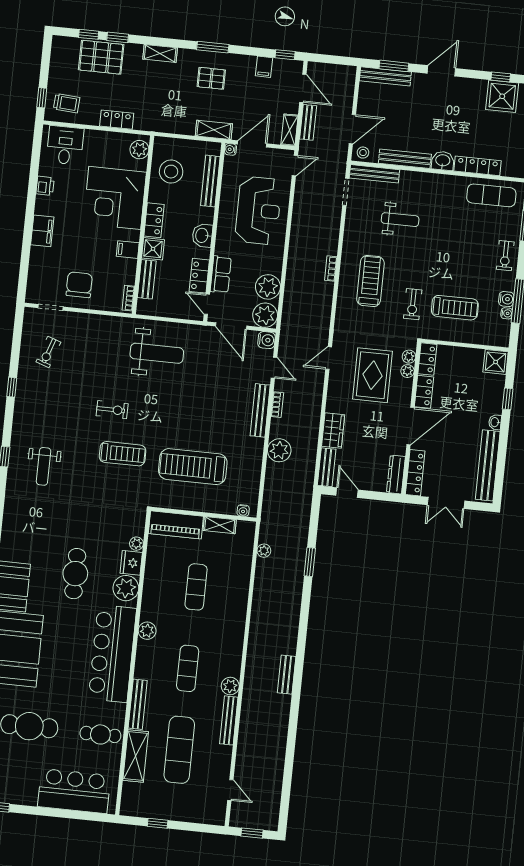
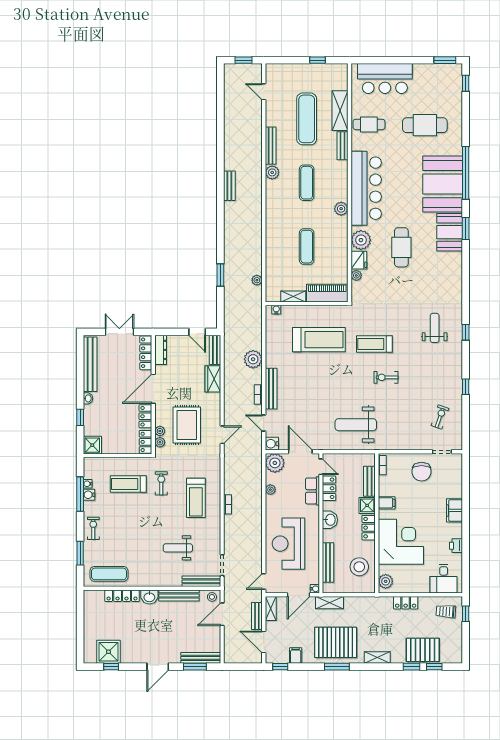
pallet: (211, 78) -> (336, 642), width x2.05, depth x2.00
plant: (268, 287) -> (270, 490), width x0.53, depth x0.53
bench: (138, 704) -> (343, 146), width x0.73

